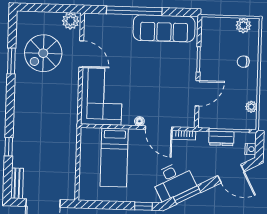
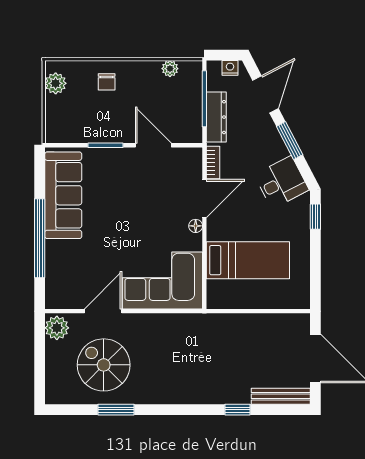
spiral stairs: (43, 53) -> (104, 365), turned 180
dresser: (221, 139) -> (216, 117), width x1.44
desk: (173, 181) -> (282, 182), width x0.73
bench: (17, 183) -> (281, 396), width x1.36
window: (187, 195) -> (290, 141), moved

